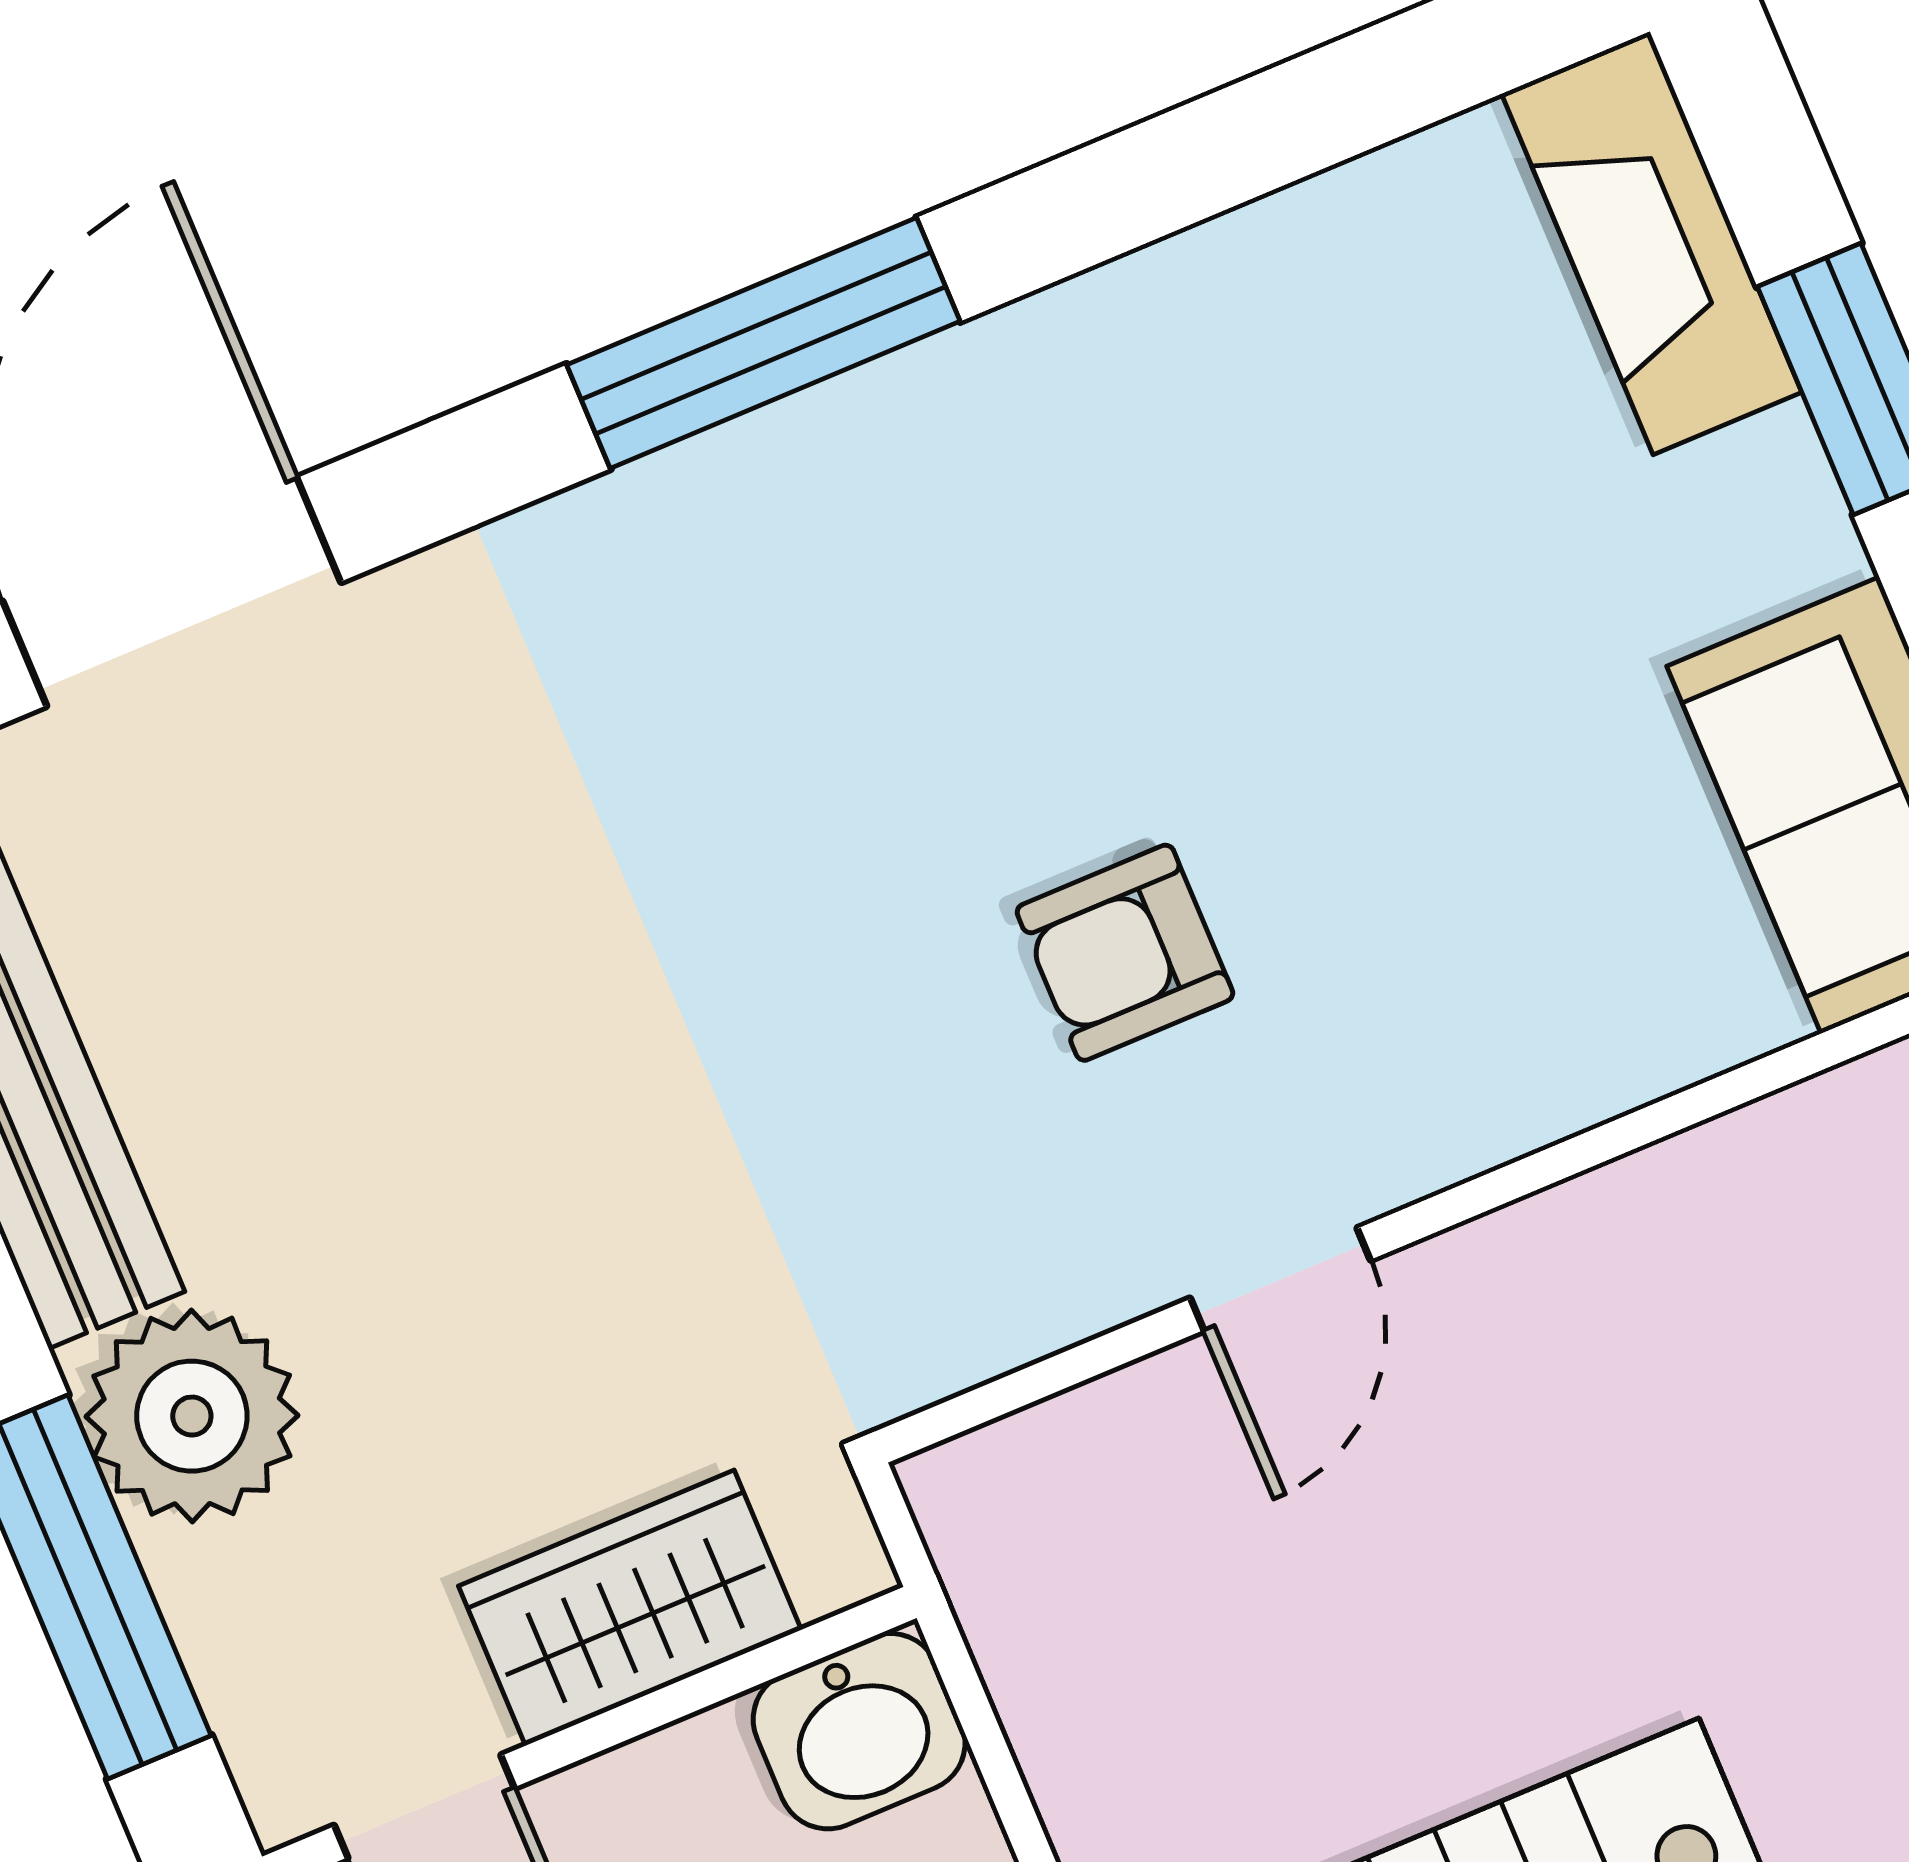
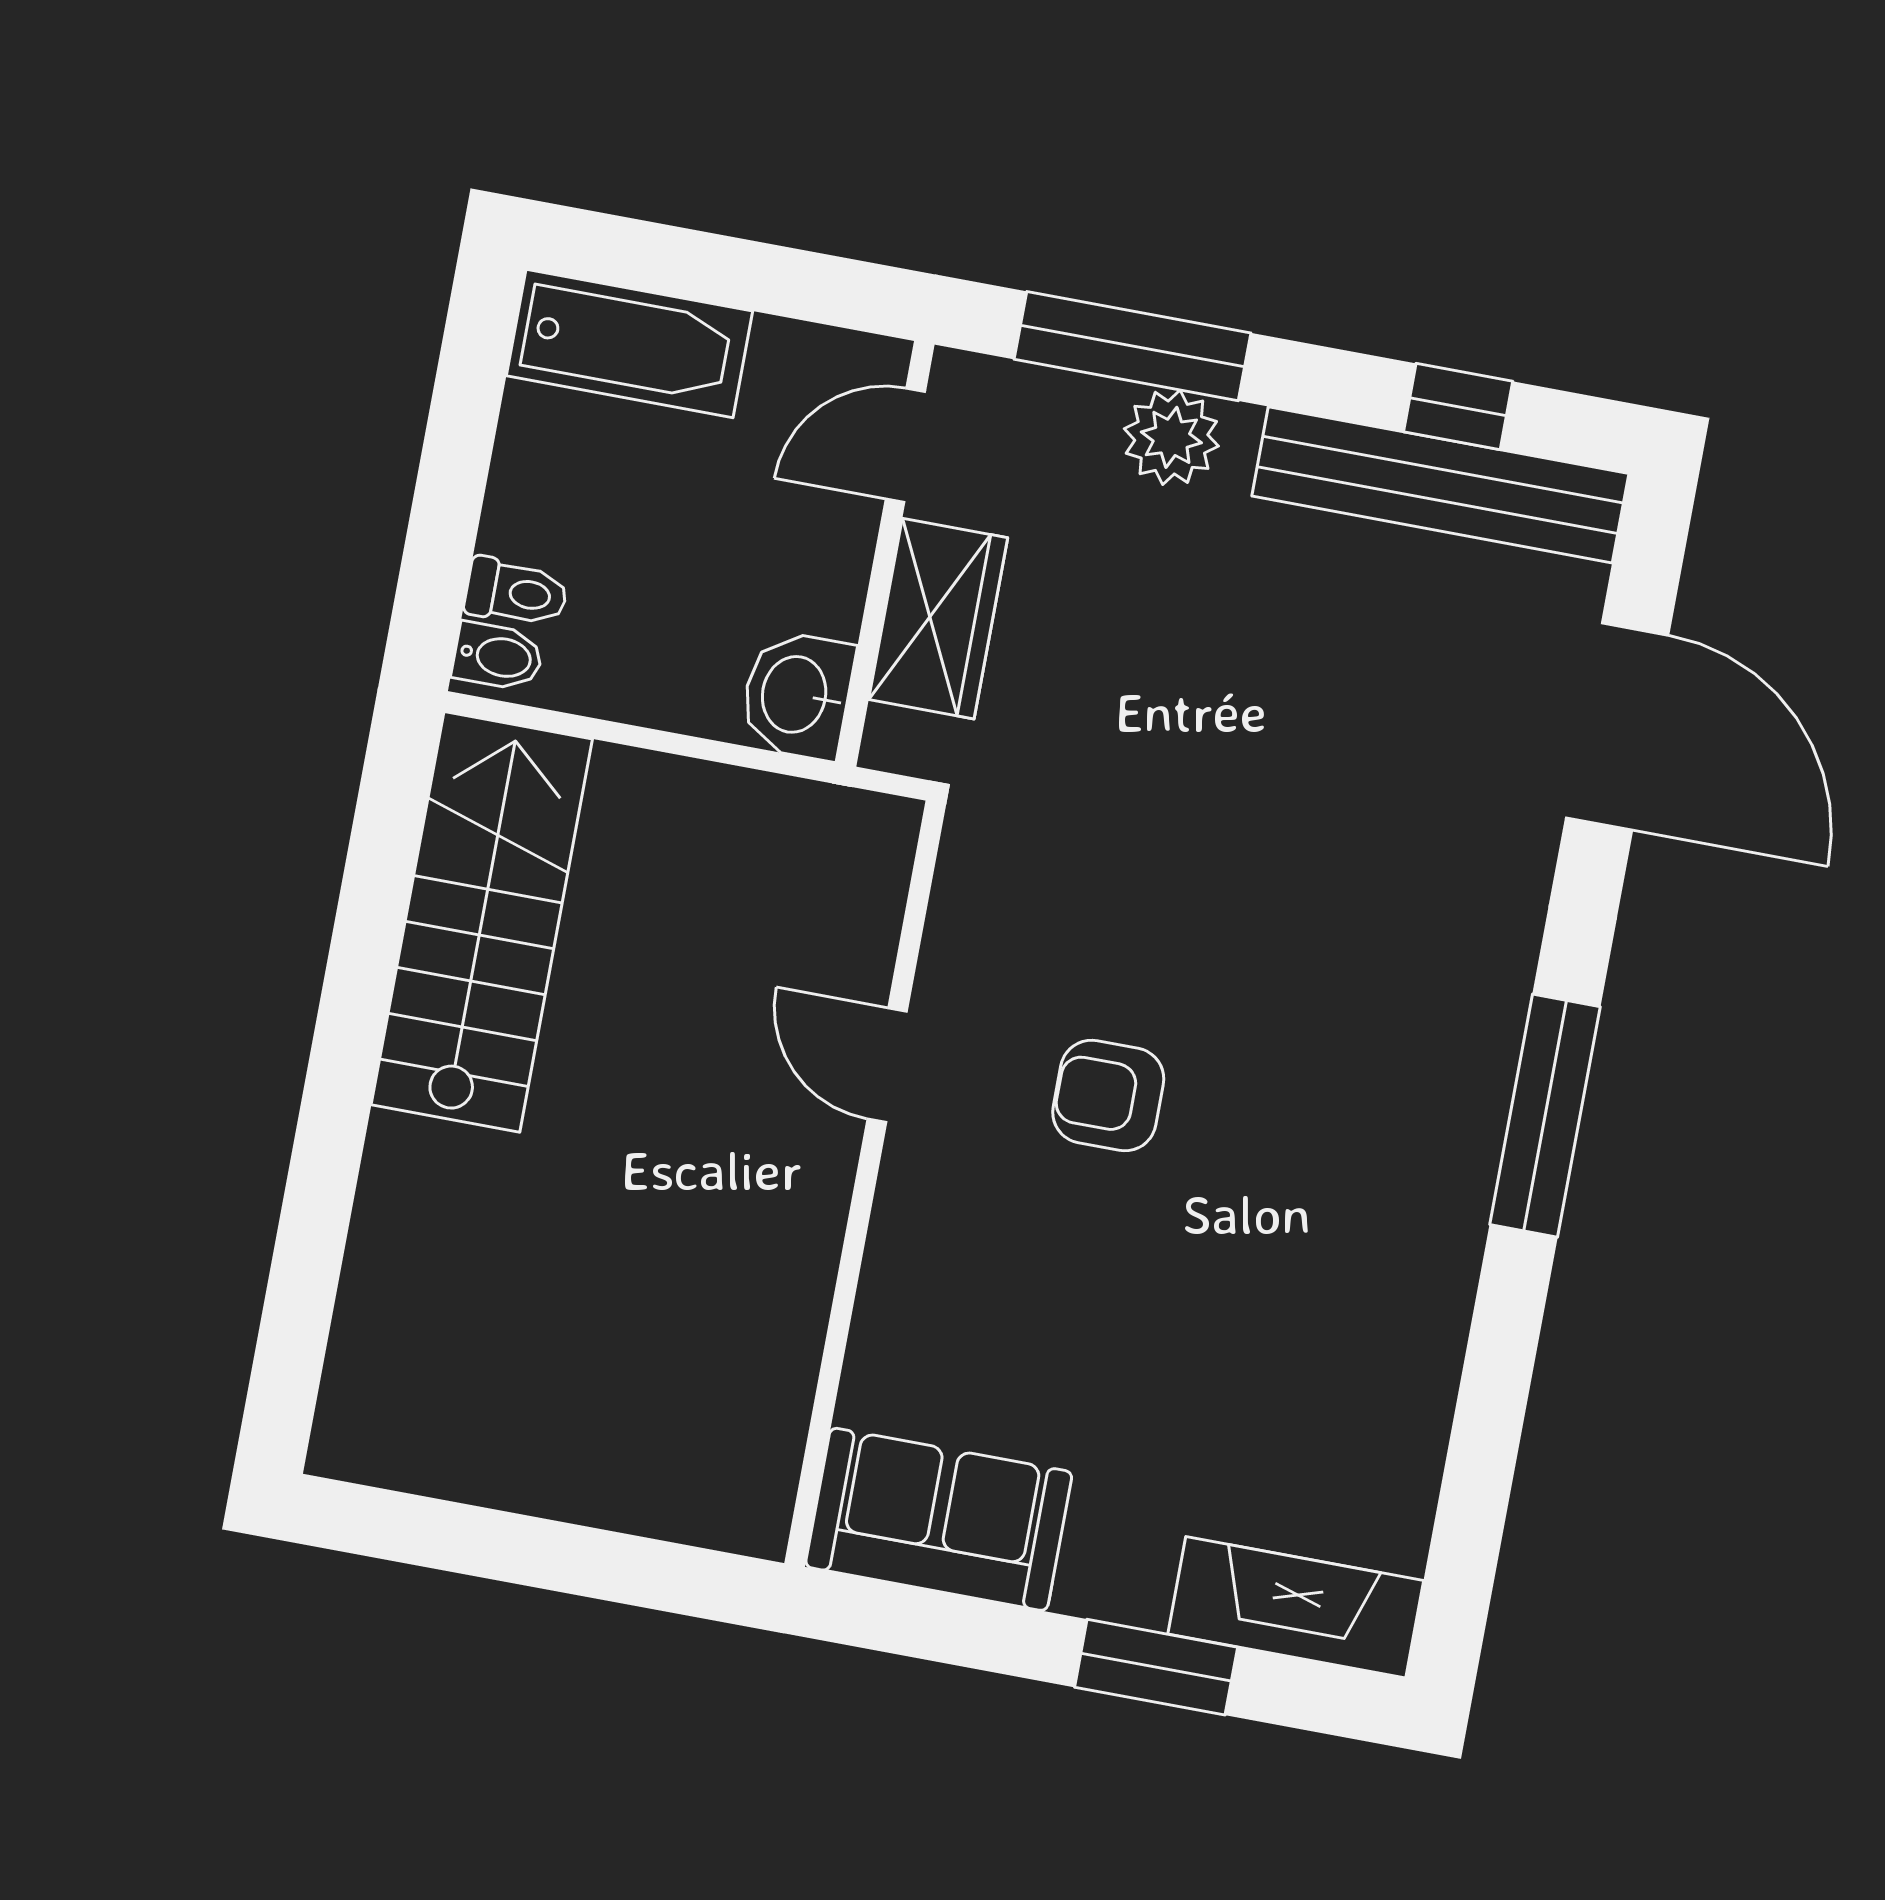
armchair: (1125, 953) -> (1108, 1096), turned -90
plant: (192, 1416) -> (1171, 437), width x0.73, depth x0.73

